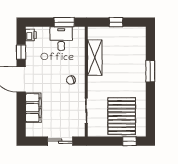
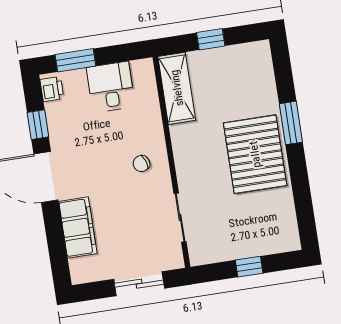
window: (64, 22) -> (75, 60), moved
shelving: (95, 58) -> (177, 88), moved
pallet: (122, 116) -> (255, 154), moved
window: (129, 141) -> (249, 267), moved

